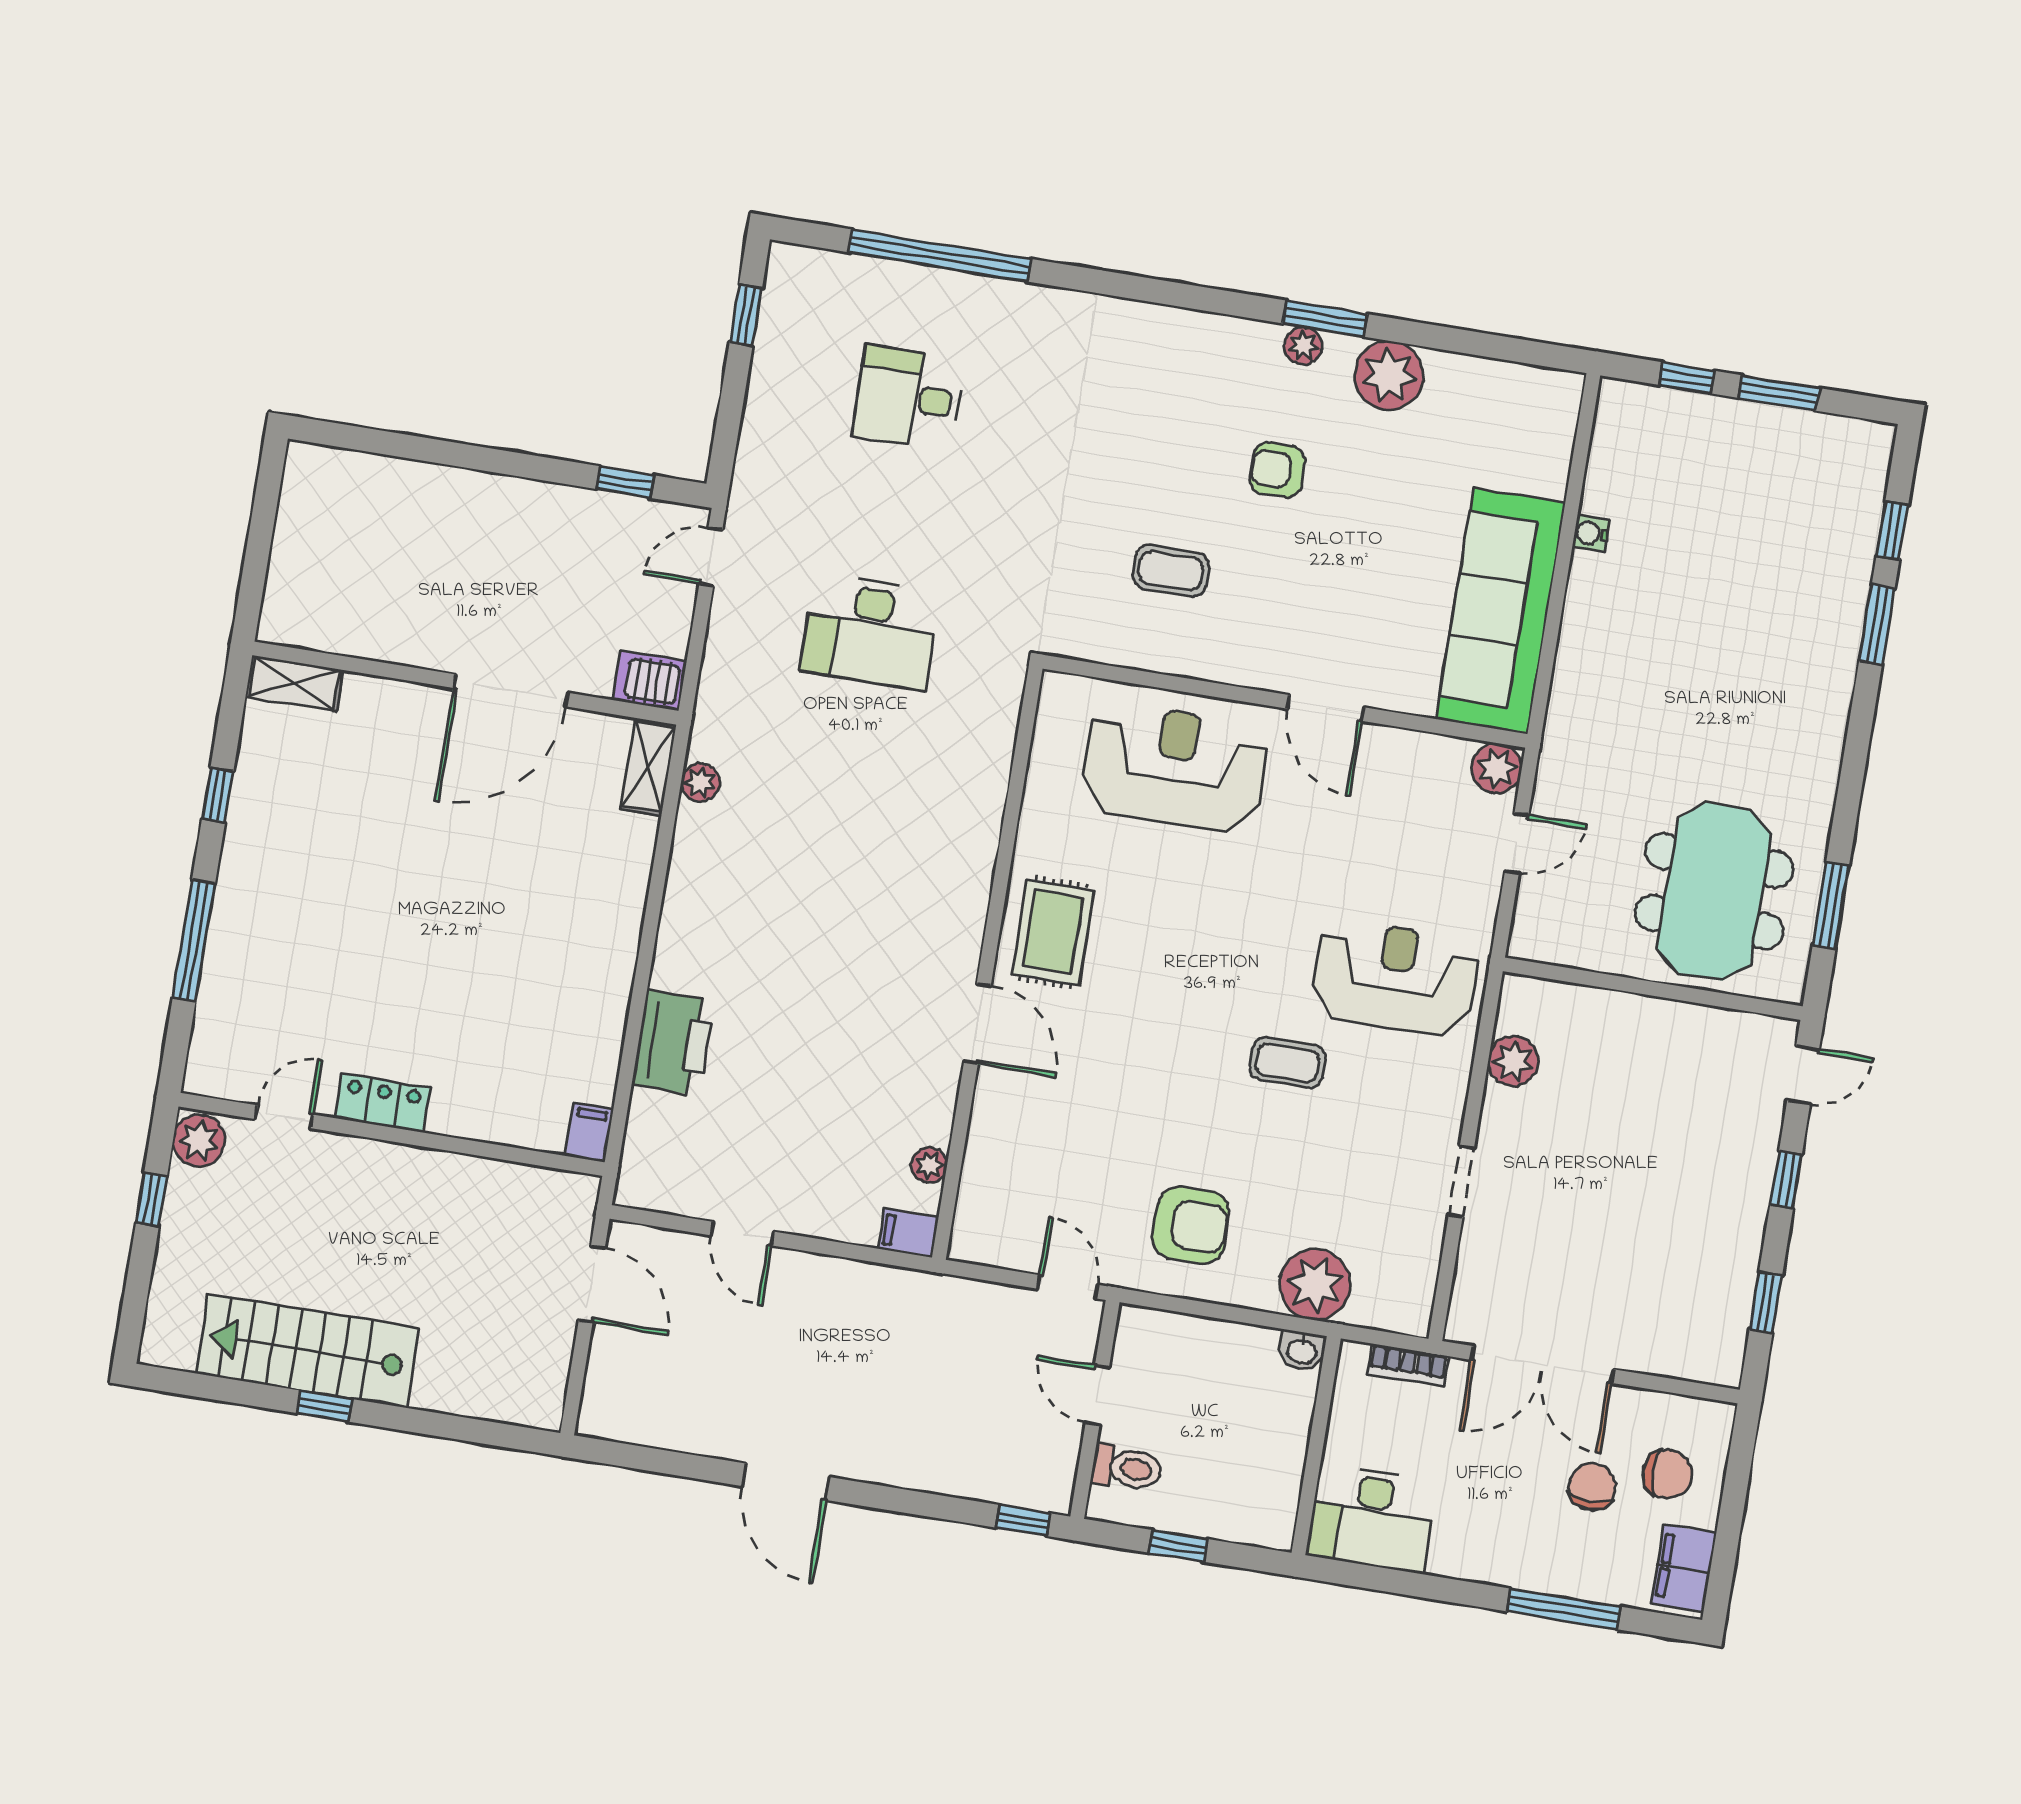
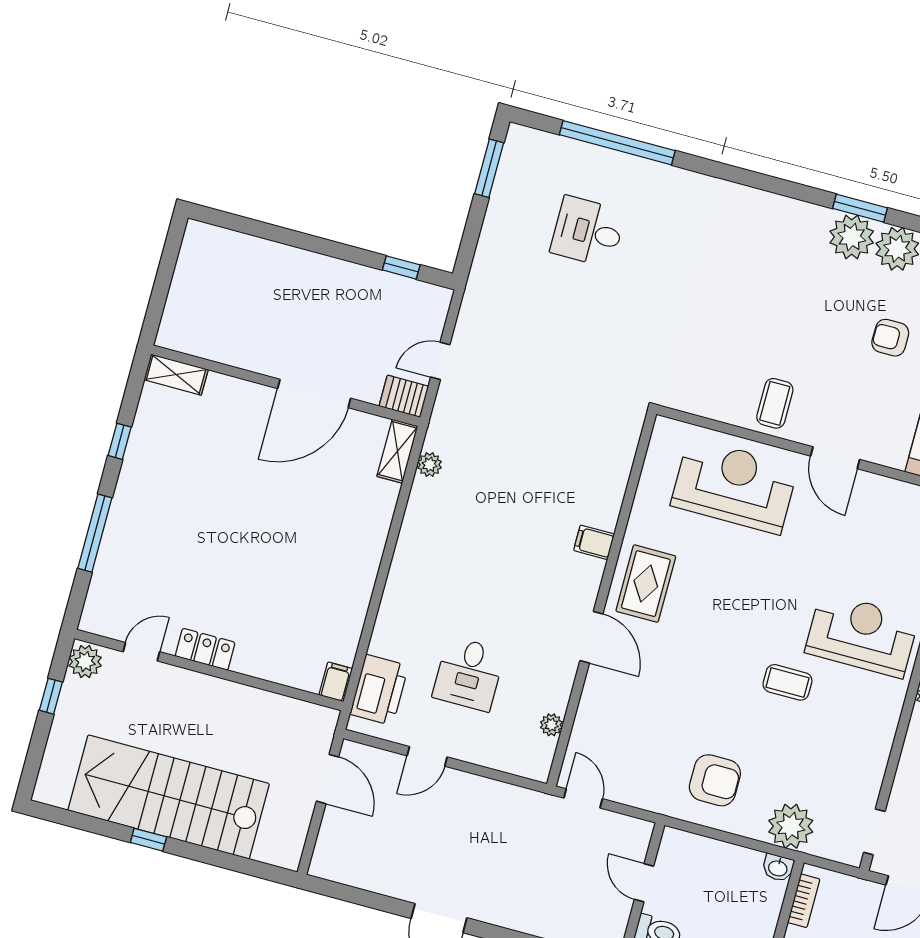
window: (746, 315) -> (489, 168), width x1.50
plant: (1303, 346) -> (852, 237), width x1.87, depth x1.87
armchair: (1277, 470) -> (890, 338), moved
door: (711, 557) -> (440, 361), moved
coffee table: (1171, 571) -> (775, 403), moved, turned 90
desk: (870, 631) -> (469, 674), moved, width x0.73
printer: (673, 1043) -> (379, 690), moved
doorway: (1461, 1181) -> (874, 832), moved
filing cabinet: (908, 1233) -> (594, 542), moved
door: (742, 1234) -> (427, 756), hinge flipped
door: (1068, 1287) -> (583, 798), moved
stairs: (307, 1351) -> (169, 797), width x1.36, depth x1.51
bookcase: (1408, 1365) -> (804, 901), moved, turned -90

